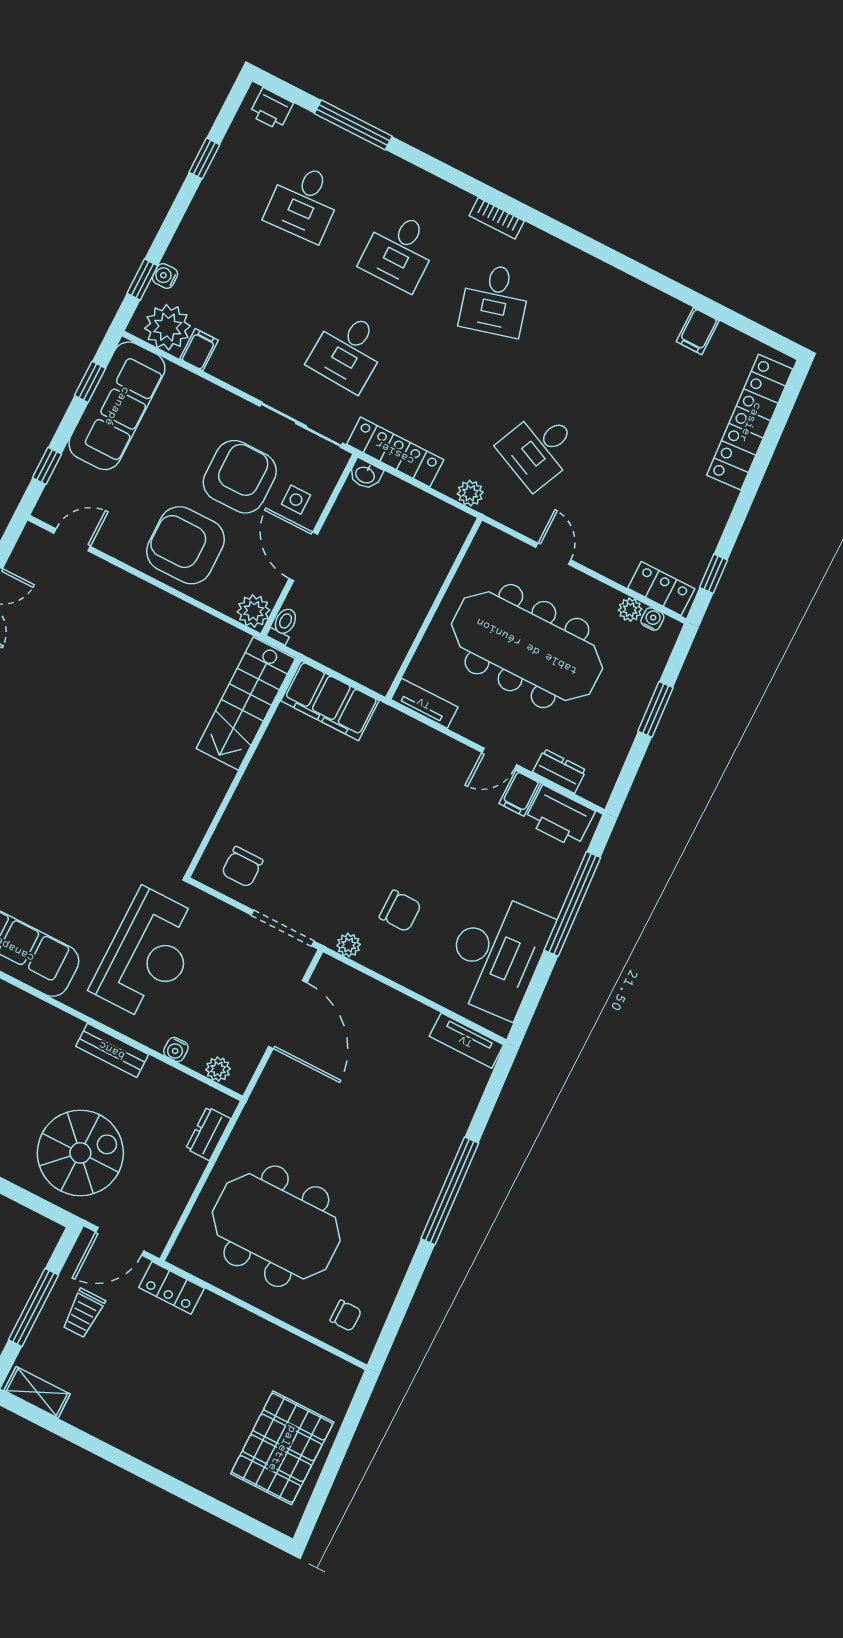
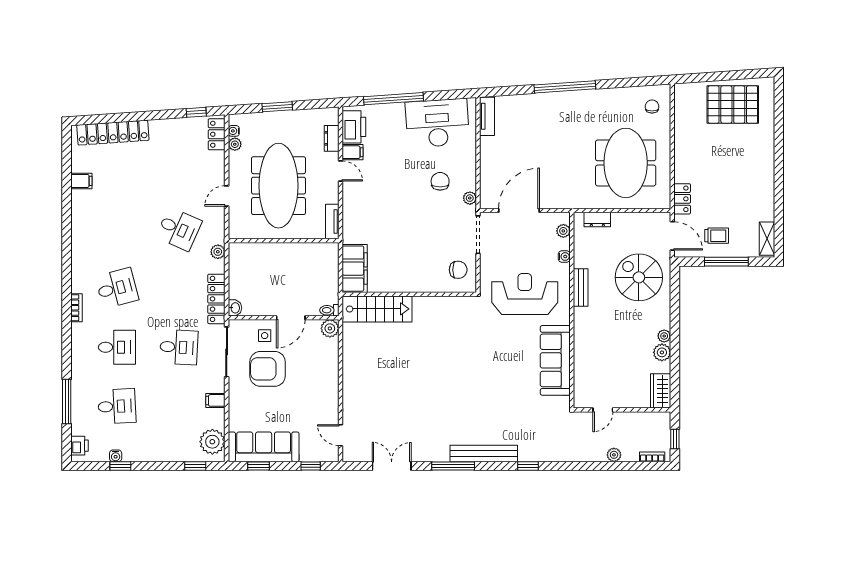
water cooler: (165, 276) -> (116, 456), moved
filing cabinet: (199, 350) -> (215, 400), moved
armchair: (186, 545) -> (315, 378), removed

